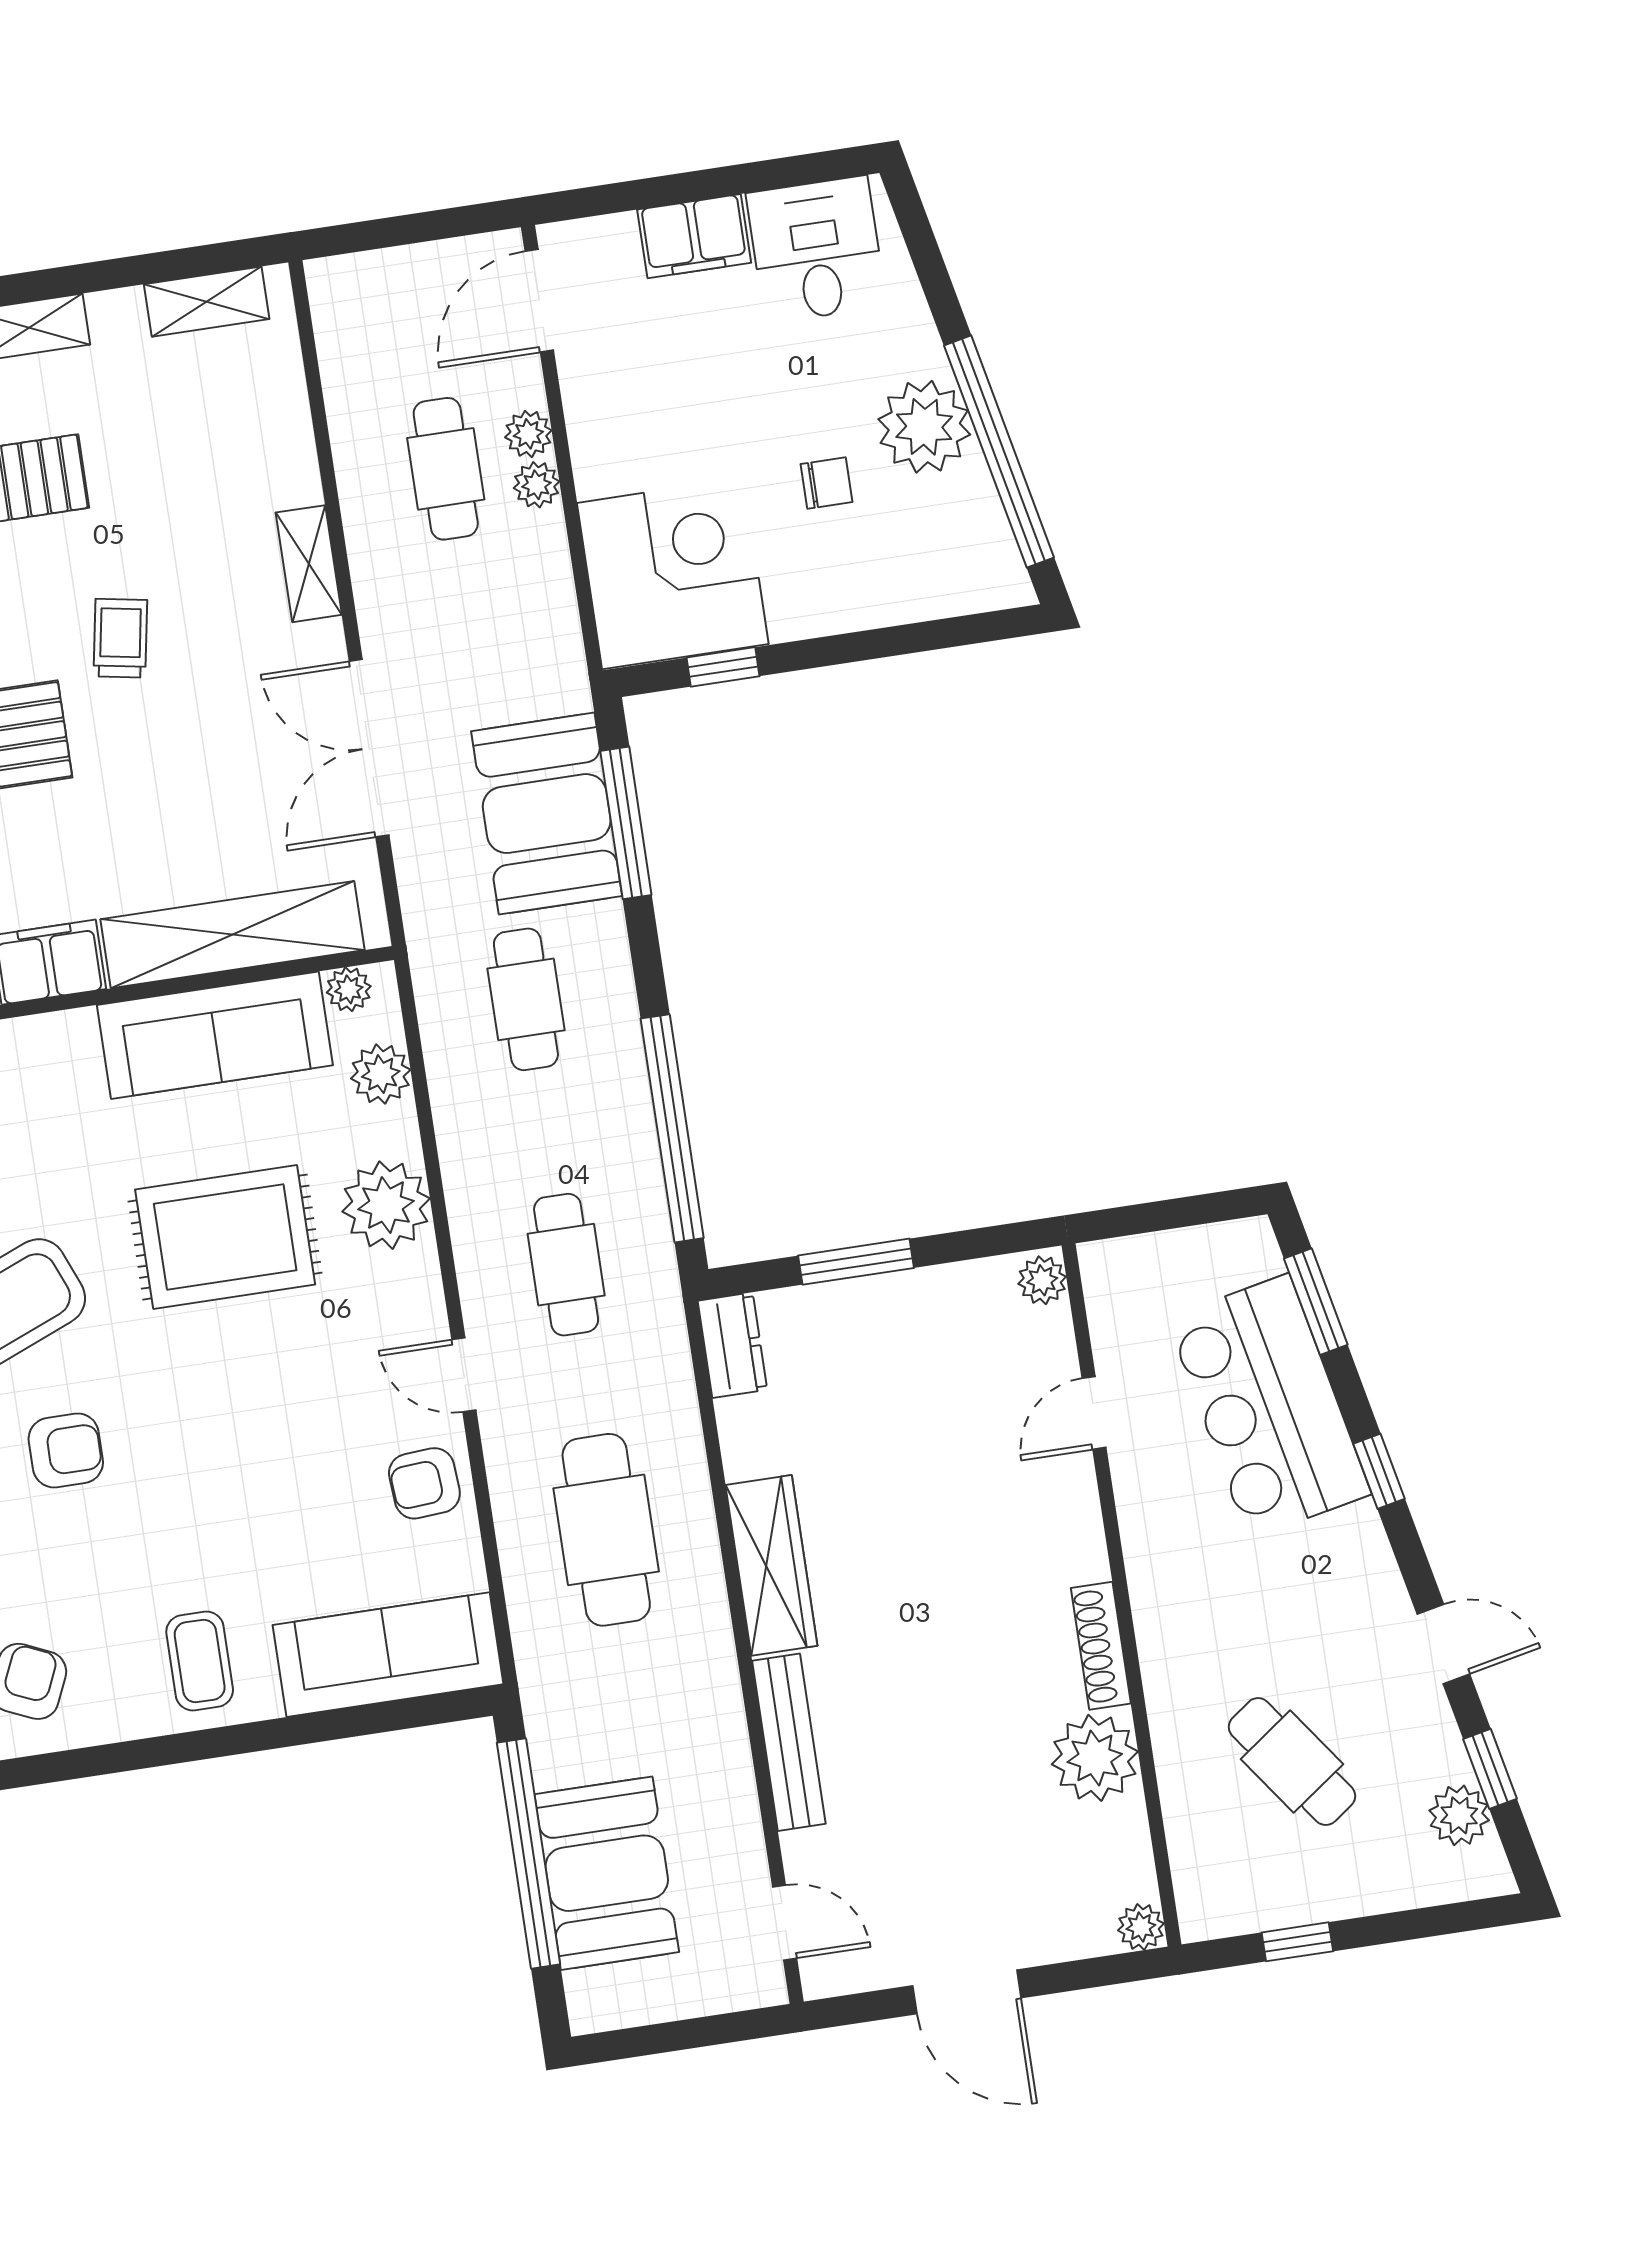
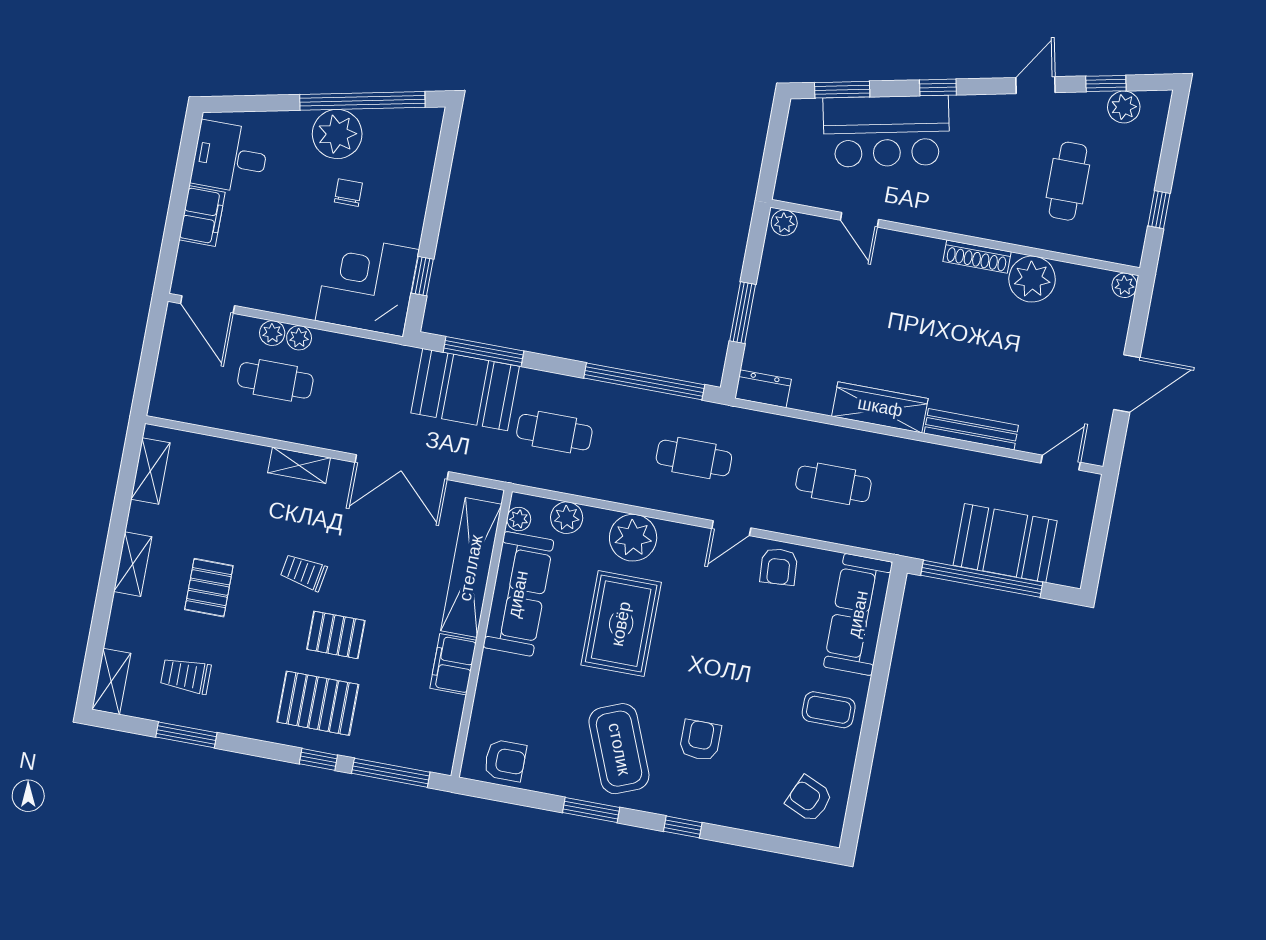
cafe table: (606, 1530) -> (833, 484), width x0.73, depth x0.74
cafe table: (1292, 1762) -> (1068, 181), turned -54

